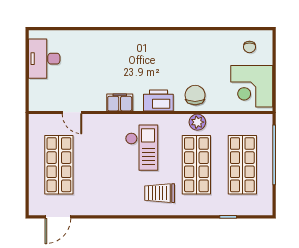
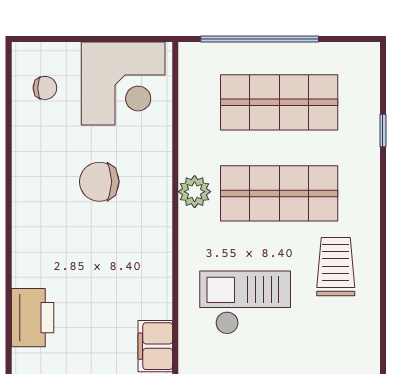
chair: (195, 95) -> (99, 182), moved
printer: (158, 100) -> (33, 318), moved, turned 180
trolley: (160, 193) -> (336, 267), turned 180

